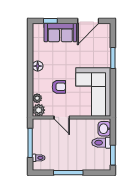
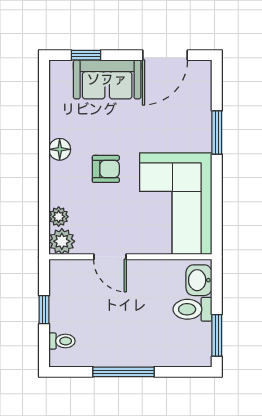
armchair: (59, 87) -> (106, 169), moved
window: (30, 143) -> (44, 310), width x0.46

